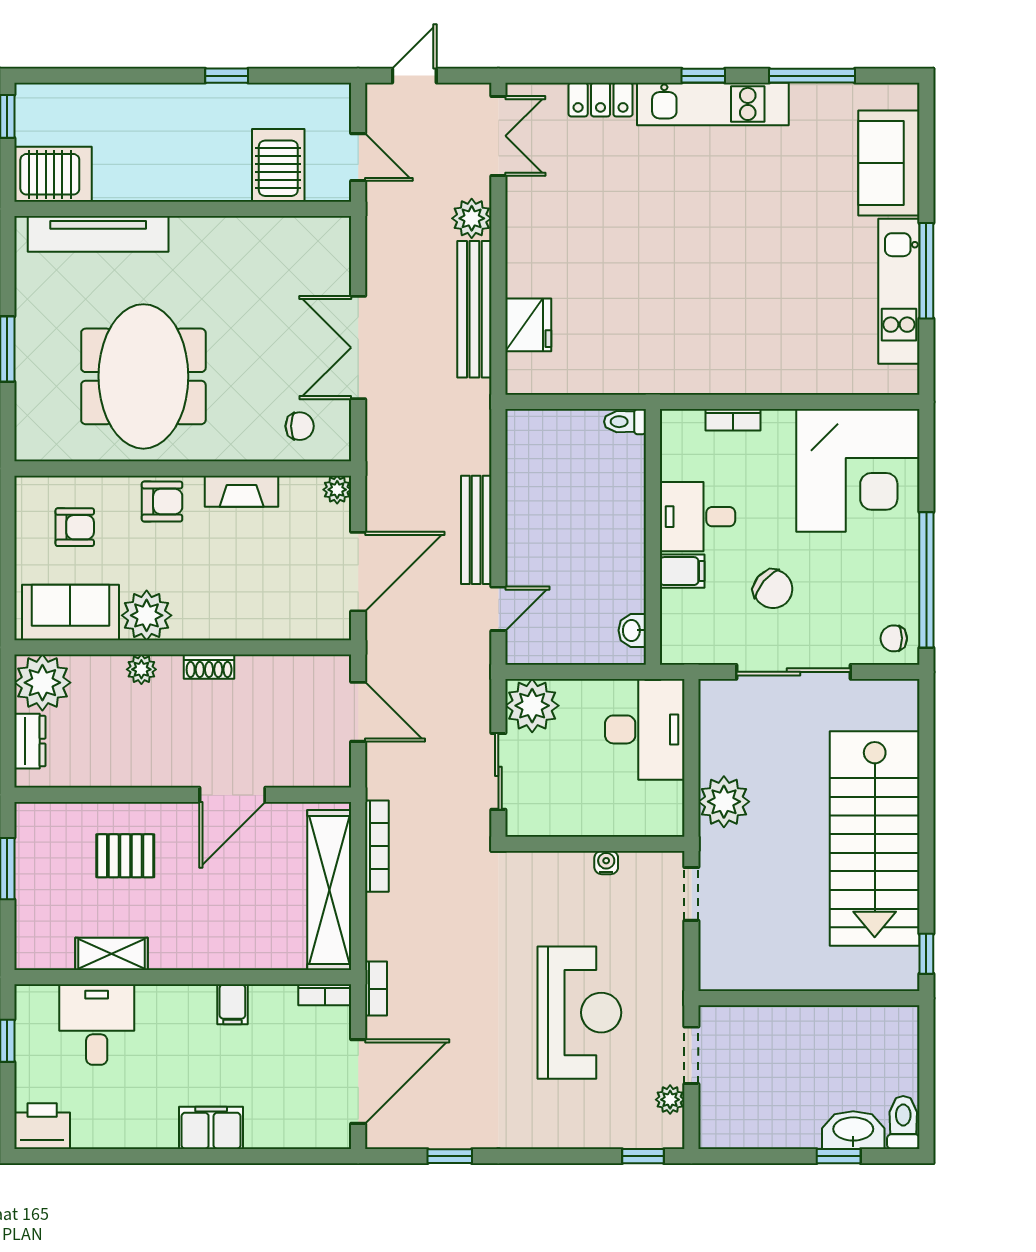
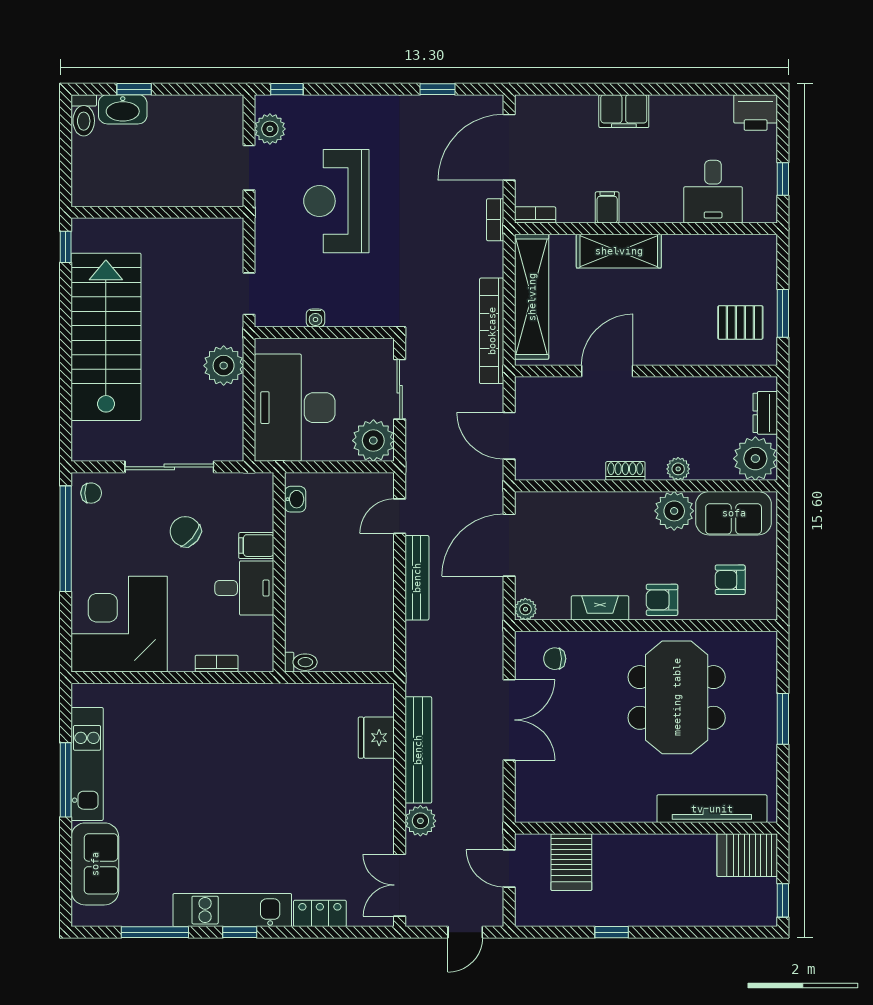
desk: (645, 729) -> (295, 408), width x1.36, depth x1.30
bookcase: (377, 846) -> (492, 331), width x1.48, depth x1.31
pallet: (125, 856) -> (740, 322), moved
shelving: (111, 954) -> (619, 251), moved, width x1.50, depth x1.33
plant: (670, 1100) -> (270, 129), width x1.38, depth x1.38

